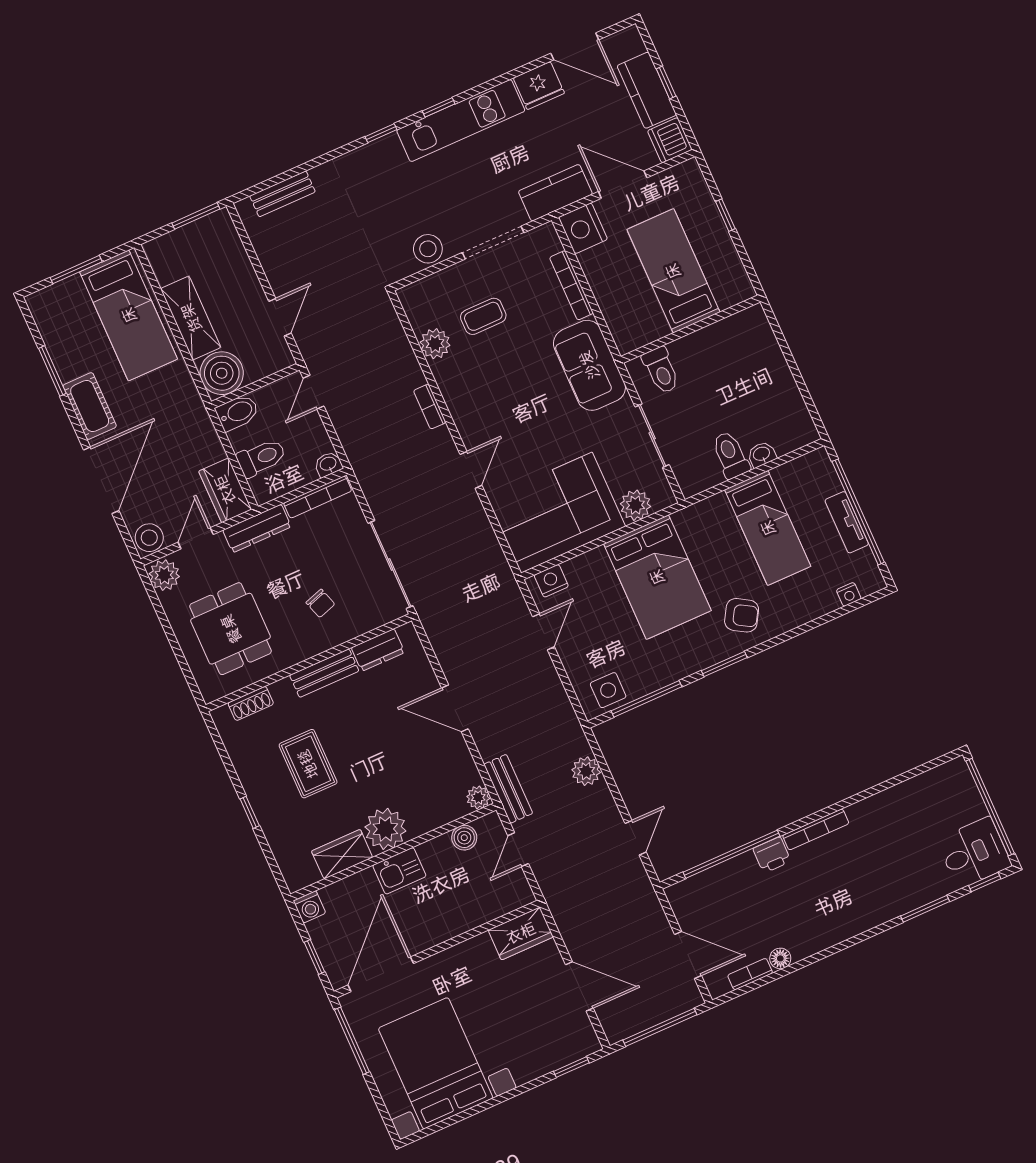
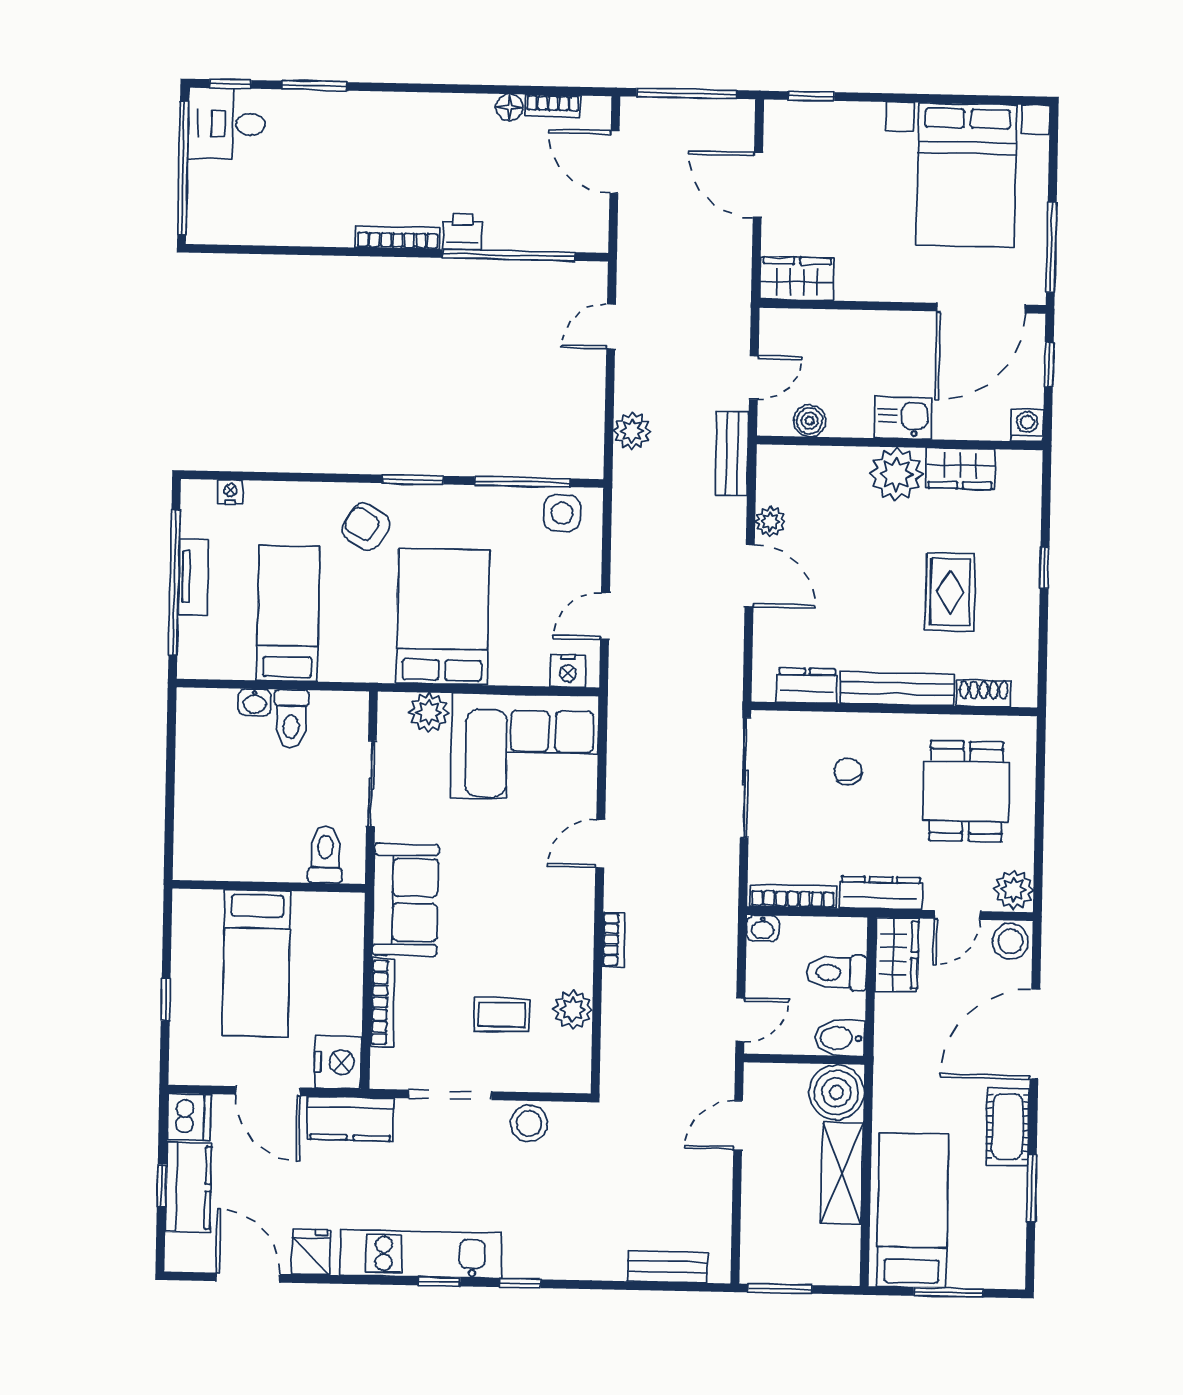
fridge: (539, 86) -> (311, 1252), width x0.72
bench: (324, 673) -> (897, 689), width x1.36
plant: (478, 797) -> (770, 522), moved

